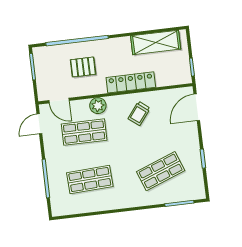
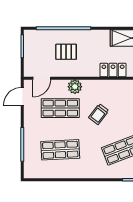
locker: (131, 82) -> (113, 70), width x0.66
door: (59, 101) -> (42, 78), hinge flipped
trolley: (139, 113) -> (99, 114), moved

